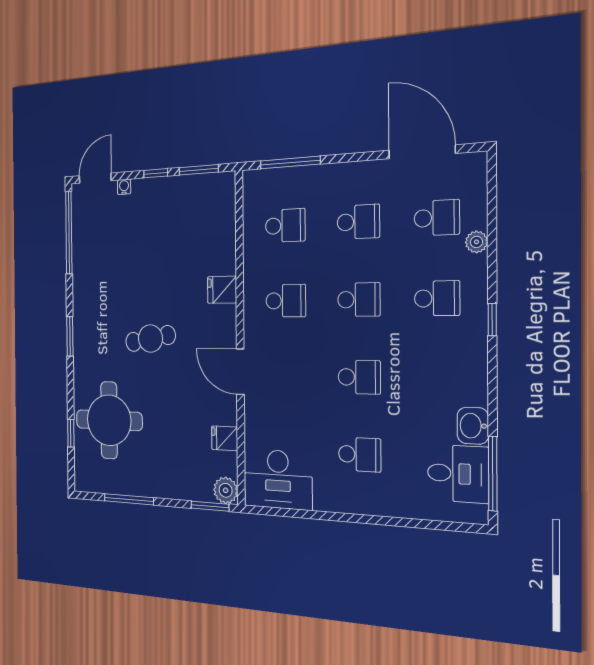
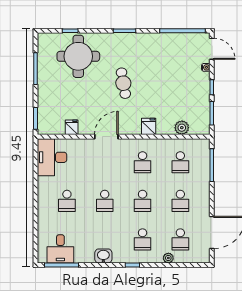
washbasin: (473, 426) -> (103, 256), moved
plant: (226, 490) -> (182, 128), moved

